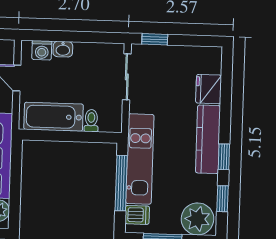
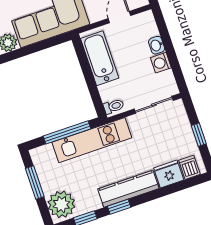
window: (155, 39) -> (199, 135), moved
washing machine: (42, 50) -> (161, 63), moved
toilet: (91, 121) -> (114, 106), moved
dishwasher: (137, 215) -> (189, 167), moved, turned 180

